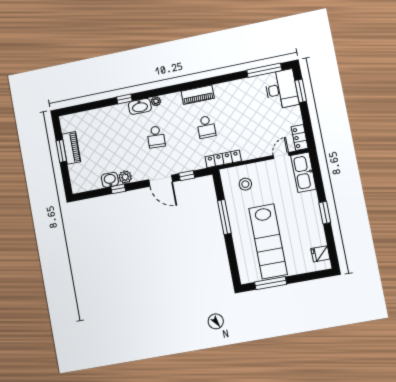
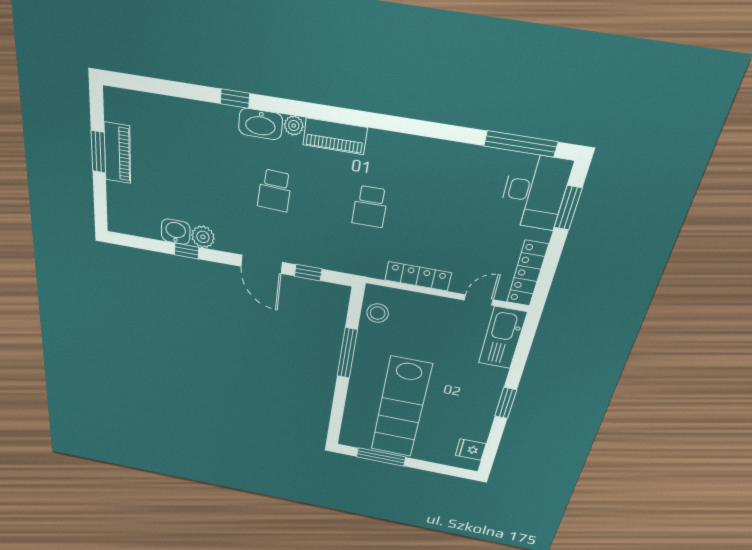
piano: (198, 95) -> (335, 136), moved
locker: (300, 137) -> (527, 273), width x1.53
locker: (223, 159) -> (418, 276), moved
stool: (245, 184) -> (378, 313), moved

